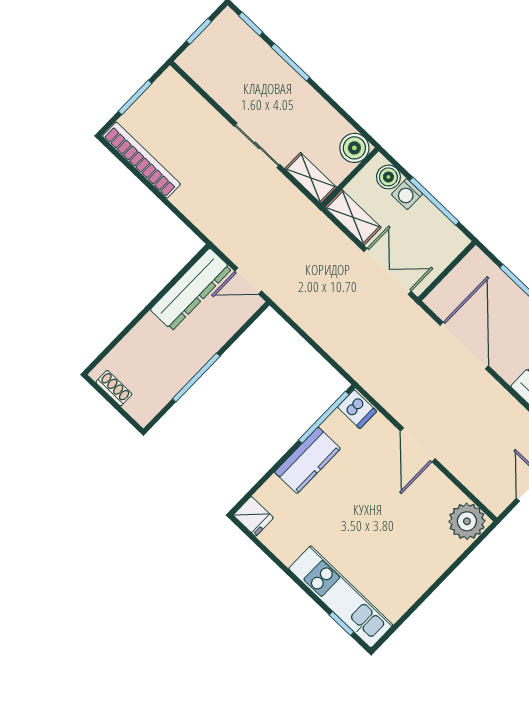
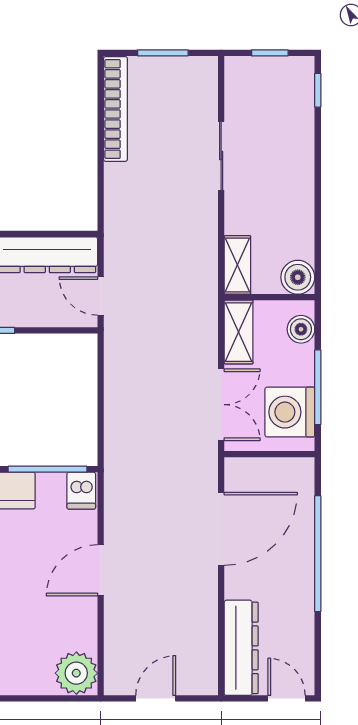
window: (290, 62) -> (318, 155), removed
sliding door: (257, 145) -> (221, 156), moved
washing machine: (407, 194) -> (290, 412), moved, width x1.89, depth x1.89

